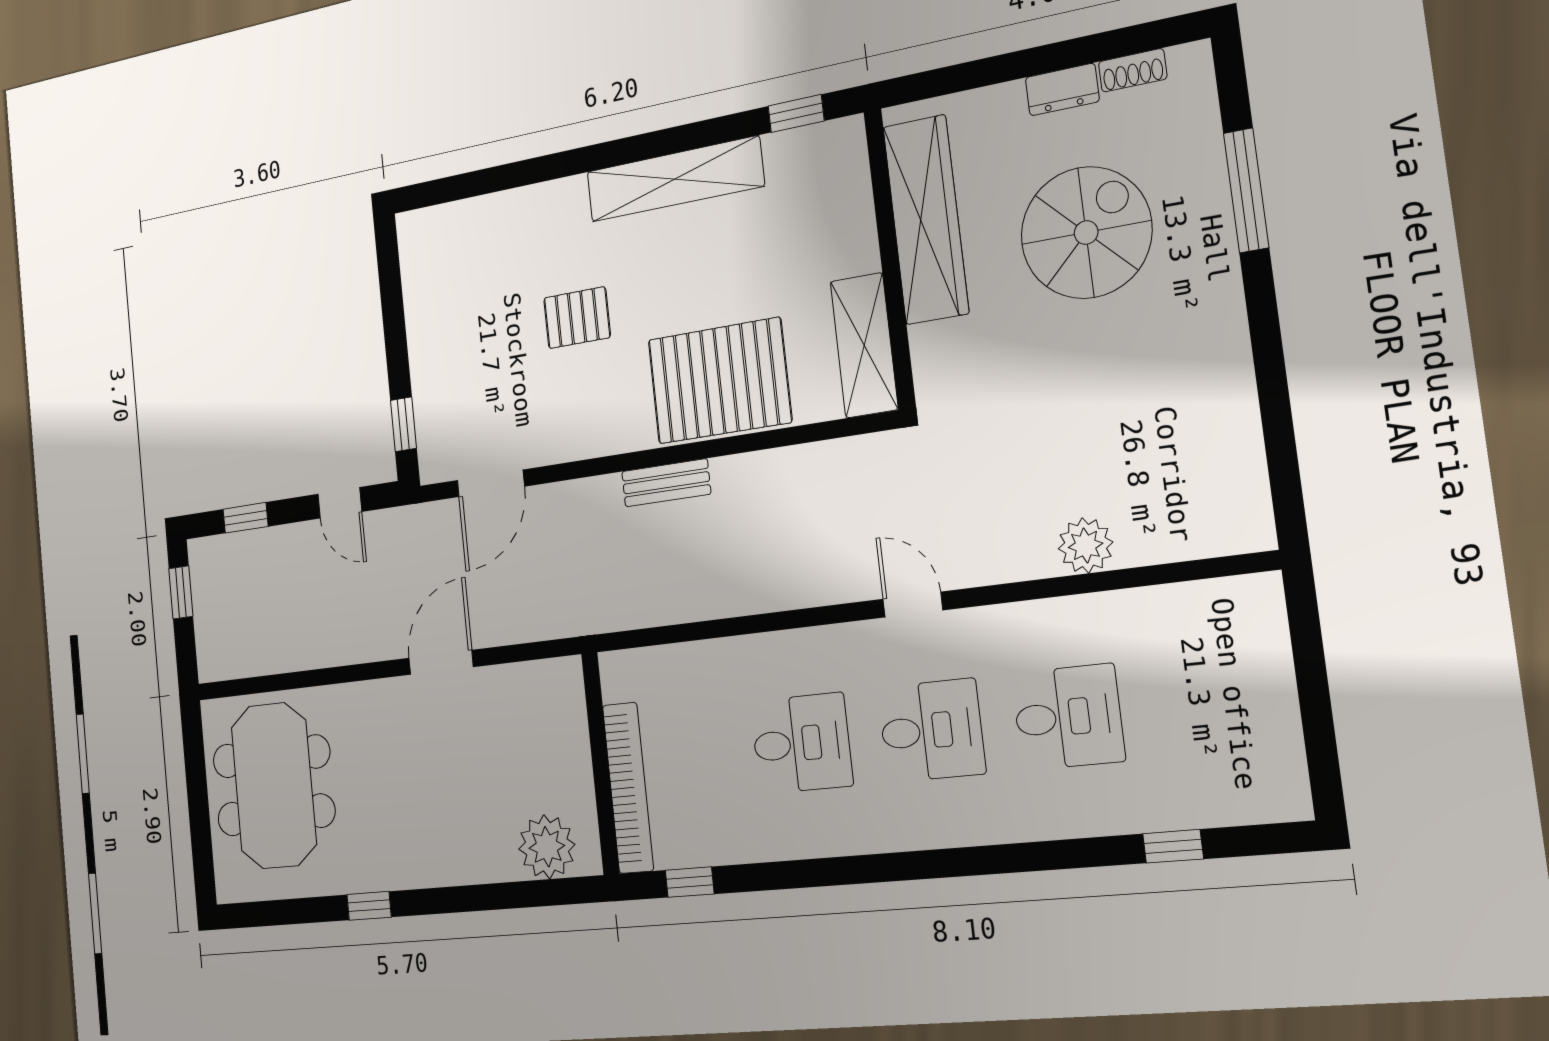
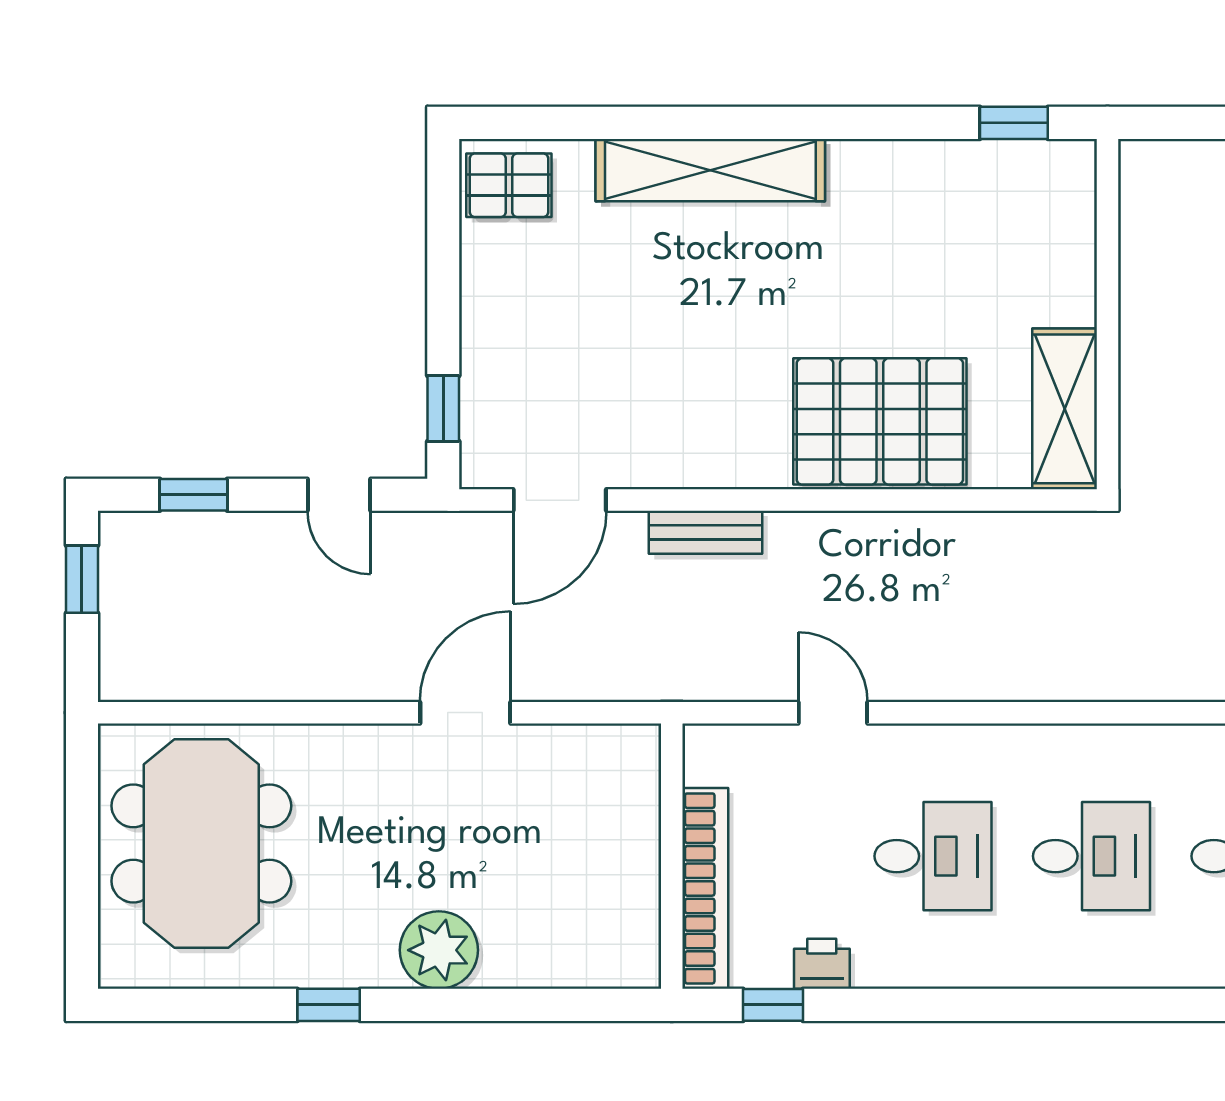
shelving: (675, 179) -> (710, 170), moved
wardrobe: (926, 220) -> (1156, 277), removed
pallet: (577, 318) -> (509, 185), moved
bench: (666, 483) -> (706, 532), moved
door: (913, 605) -> (833, 713), moved
printer: (724, 844) -> (822, 964), added
plant: (547, 847) -> (439, 950), moved

